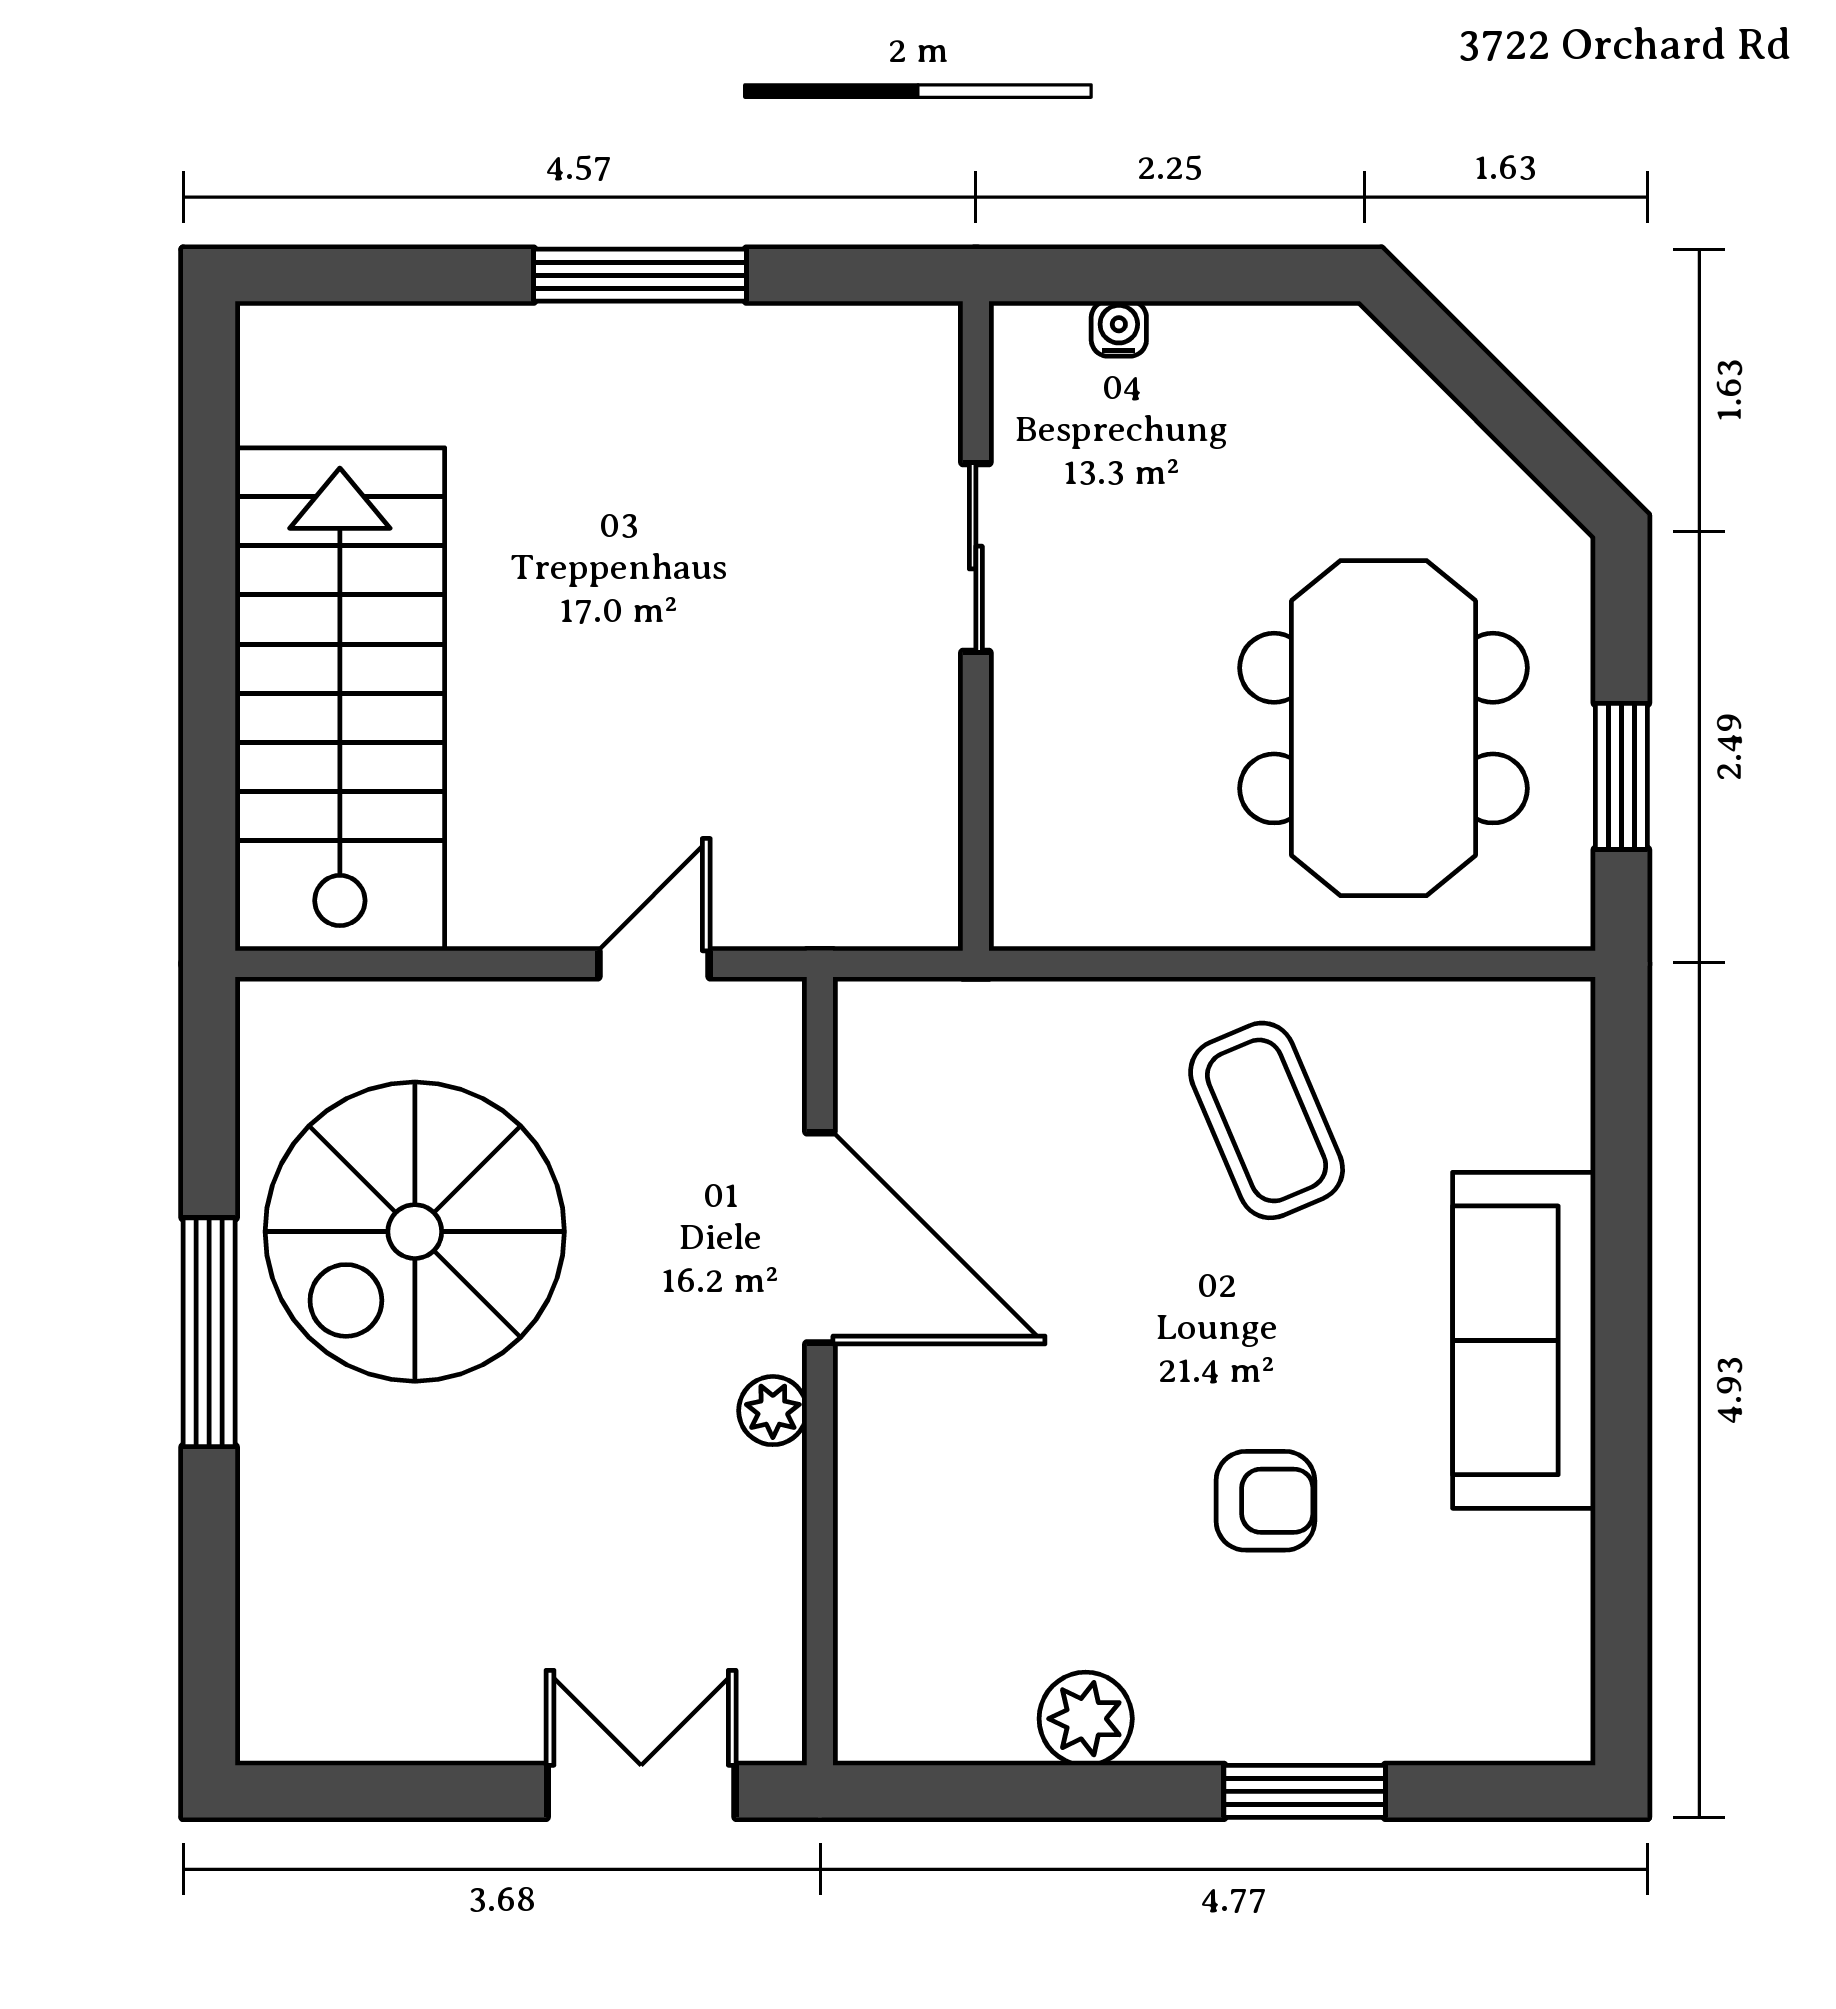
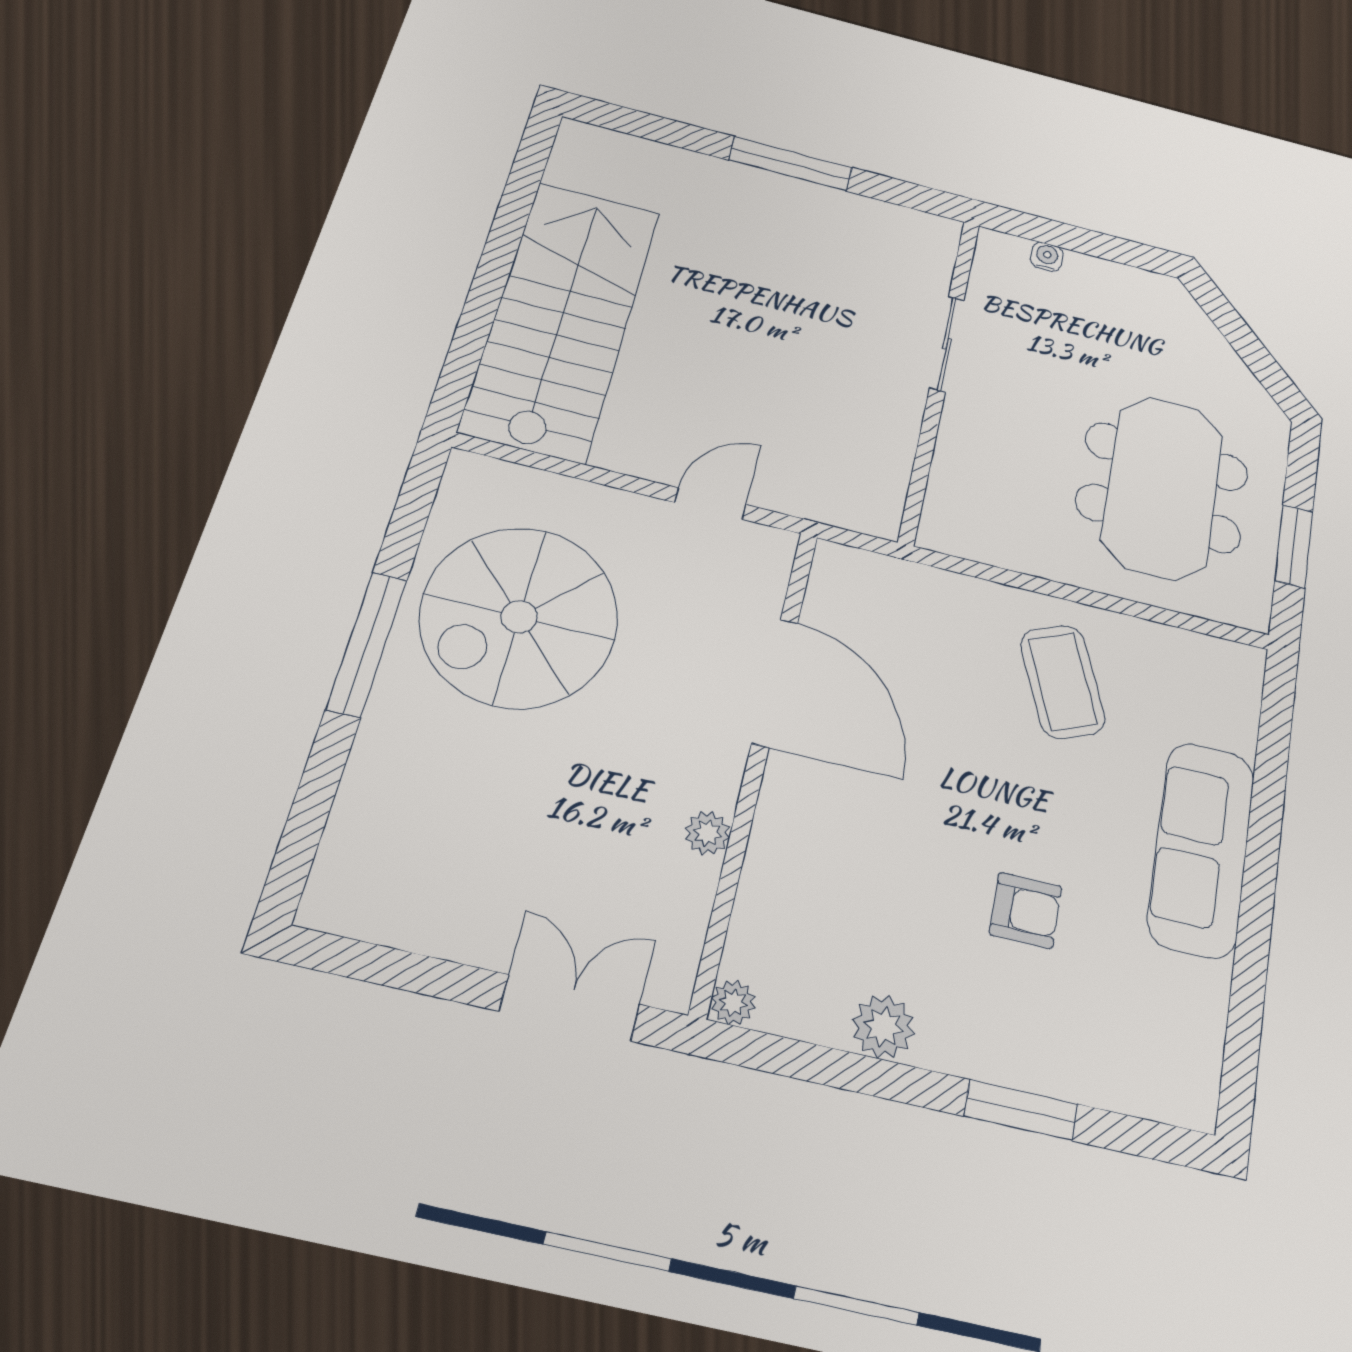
plant: (773, 1411) -> (707, 833), moved
plant: (865, 1733) -> (733, 1003), added

